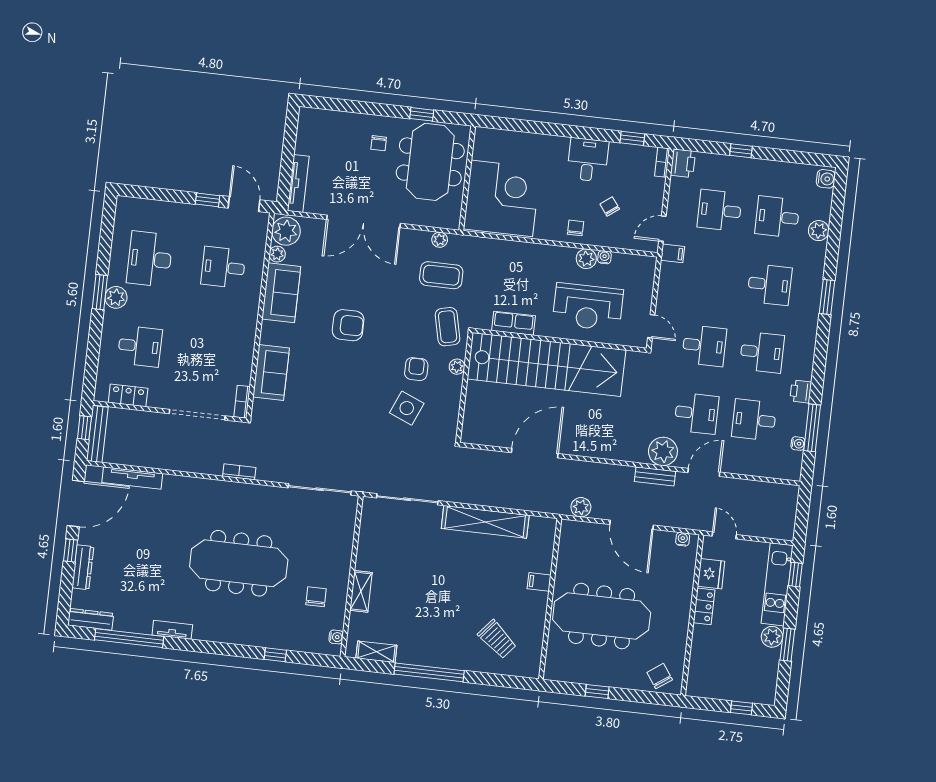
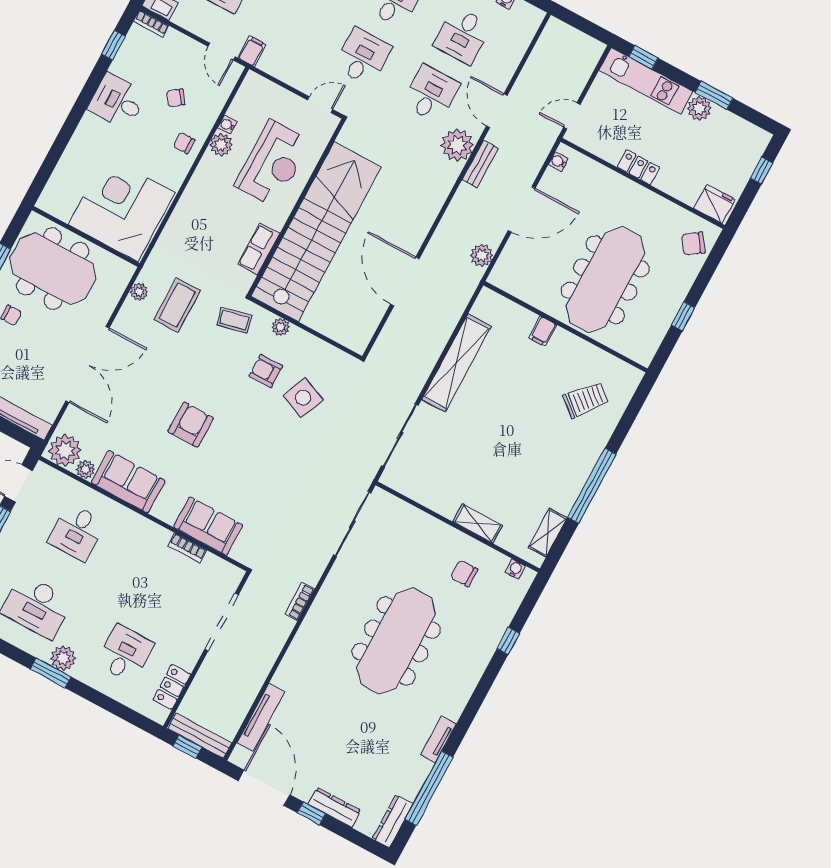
coffee table: (448, 327) -> (234, 320), width x0.73, depth x0.77
bookcase: (242, 402) -> (187, 548), moved
fridge: (711, 574) -> (714, 204), moved

